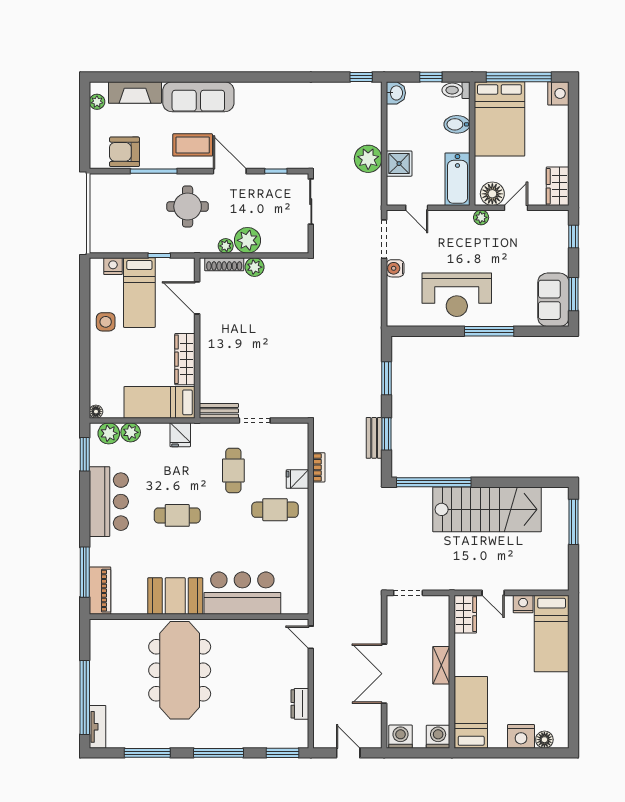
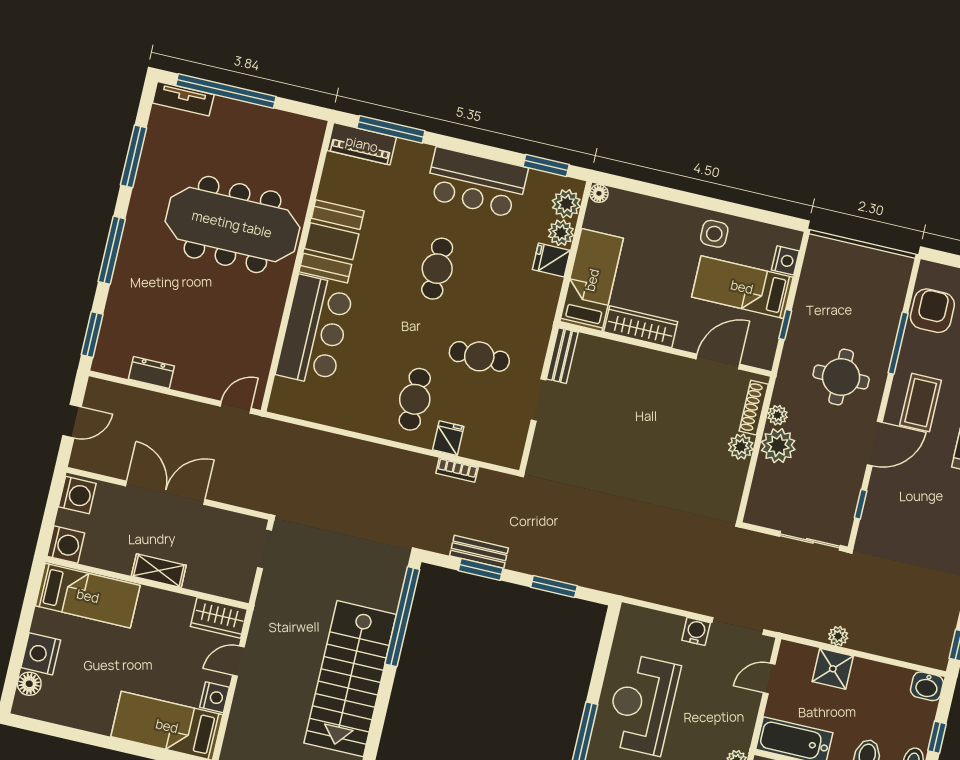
plant: (368, 159) -> (838, 636), width x0.53, depth x0.53
fridge: (180, 435) -> (551, 260), moved

